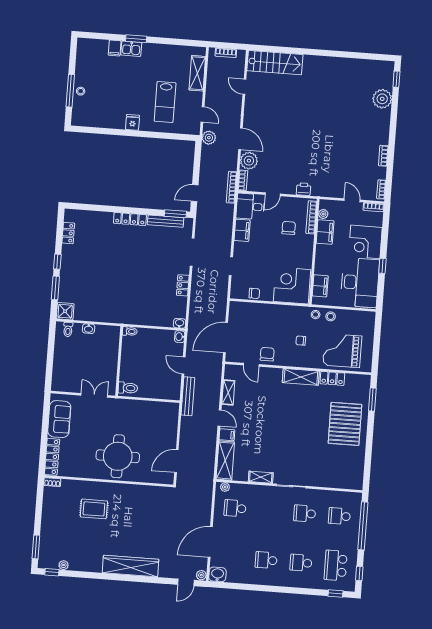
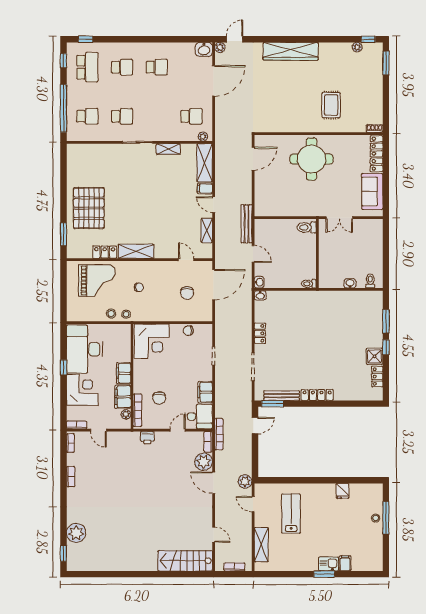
fridge: (133, 122) -> (343, 491), moved
filing cabinet: (320, 286) -> (124, 373), moved
shower: (65, 311) -> (375, 356), moved
chair: (267, 354) -> (187, 293), moved
rug: (94, 509) -> (331, 105), turned 90

